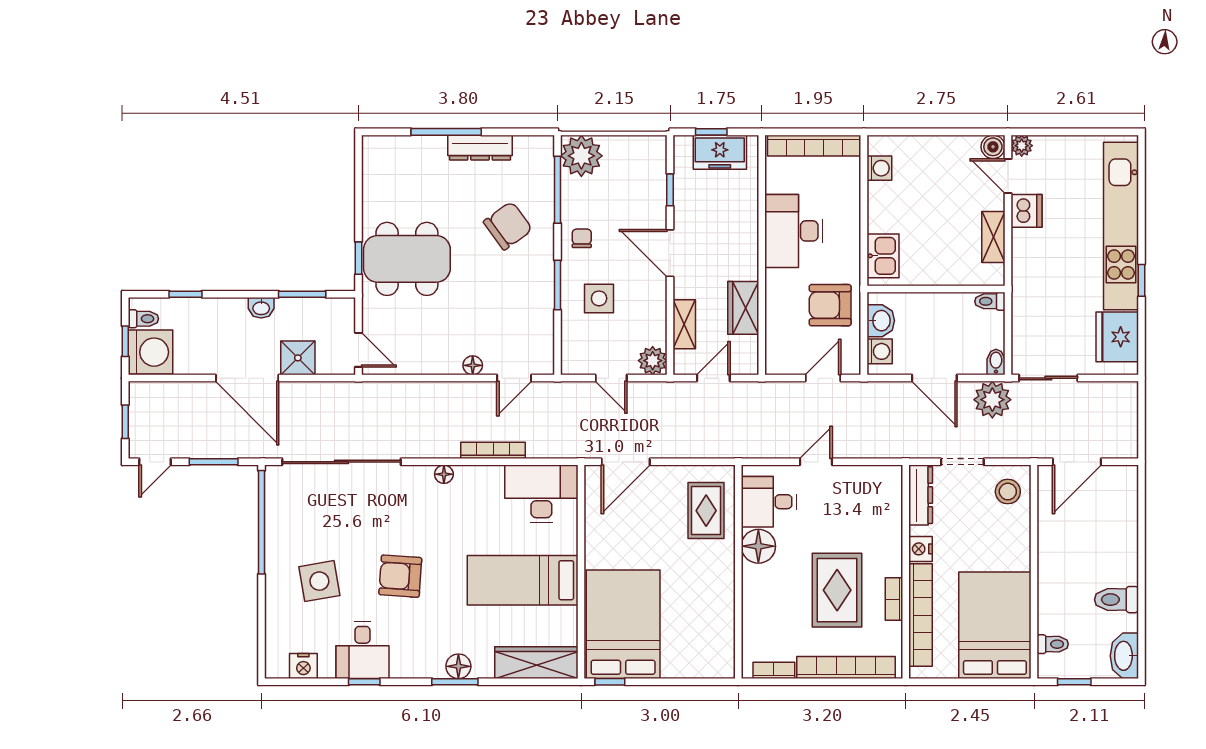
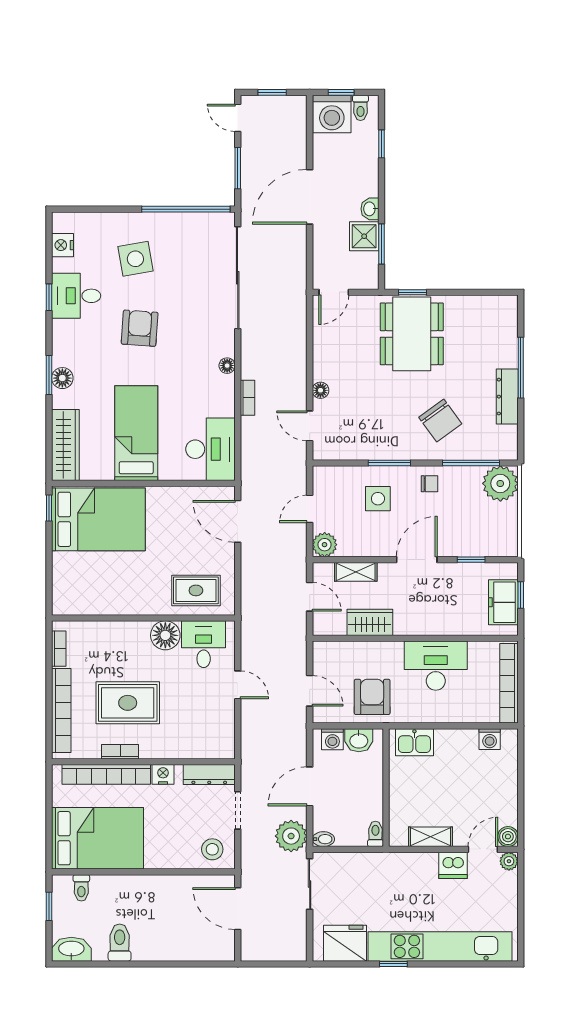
shower: (298, 358) -> (364, 236), moved
bookcase: (493, 450) -> (247, 398), width x0.64

